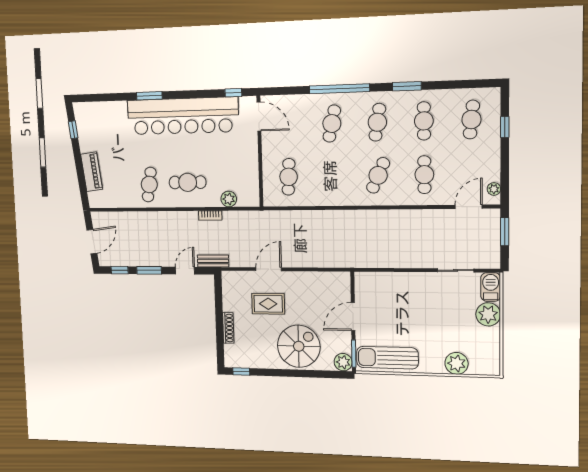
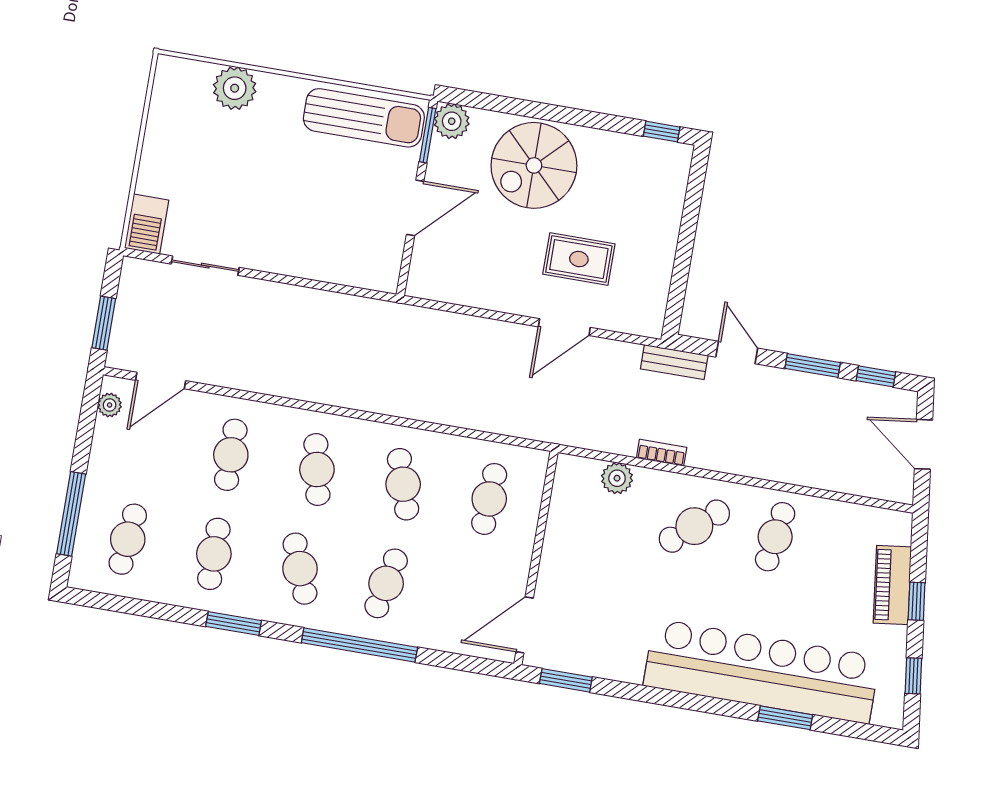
window: (233, 93) -> (566, 680), width x1.50
window: (149, 96) -> (785, 718), moved
bar counter: (183, 116) -> (762, 671), moved
door: (259, 116) -> (525, 625), hinge flipped
cafe table: (377, 122) -> (300, 569), turned -30
window: (505, 127) -> (71, 514), width x2.17
window: (79, 166) -> (917, 601), added
cafe table: (378, 175) -> (317, 470), turned -36
cafe table: (333, 176) -> (403, 484), added
cafe table: (188, 182) -> (694, 526), turned -40
door: (92, 242) -> (923, 444), hinge flipped
door: (185, 271) -> (737, 353), swing flipped
plant: (488, 314) -> (160, 173), removed
shoe rack: (228, 328) -> (671, 223), removed

